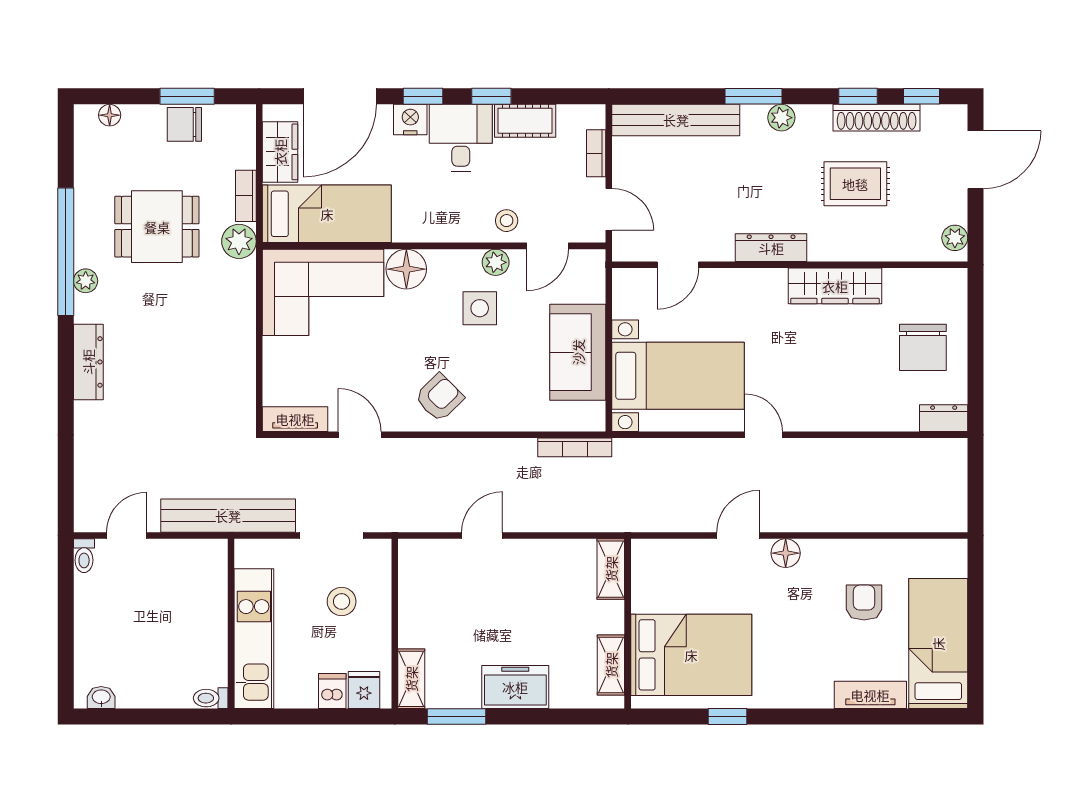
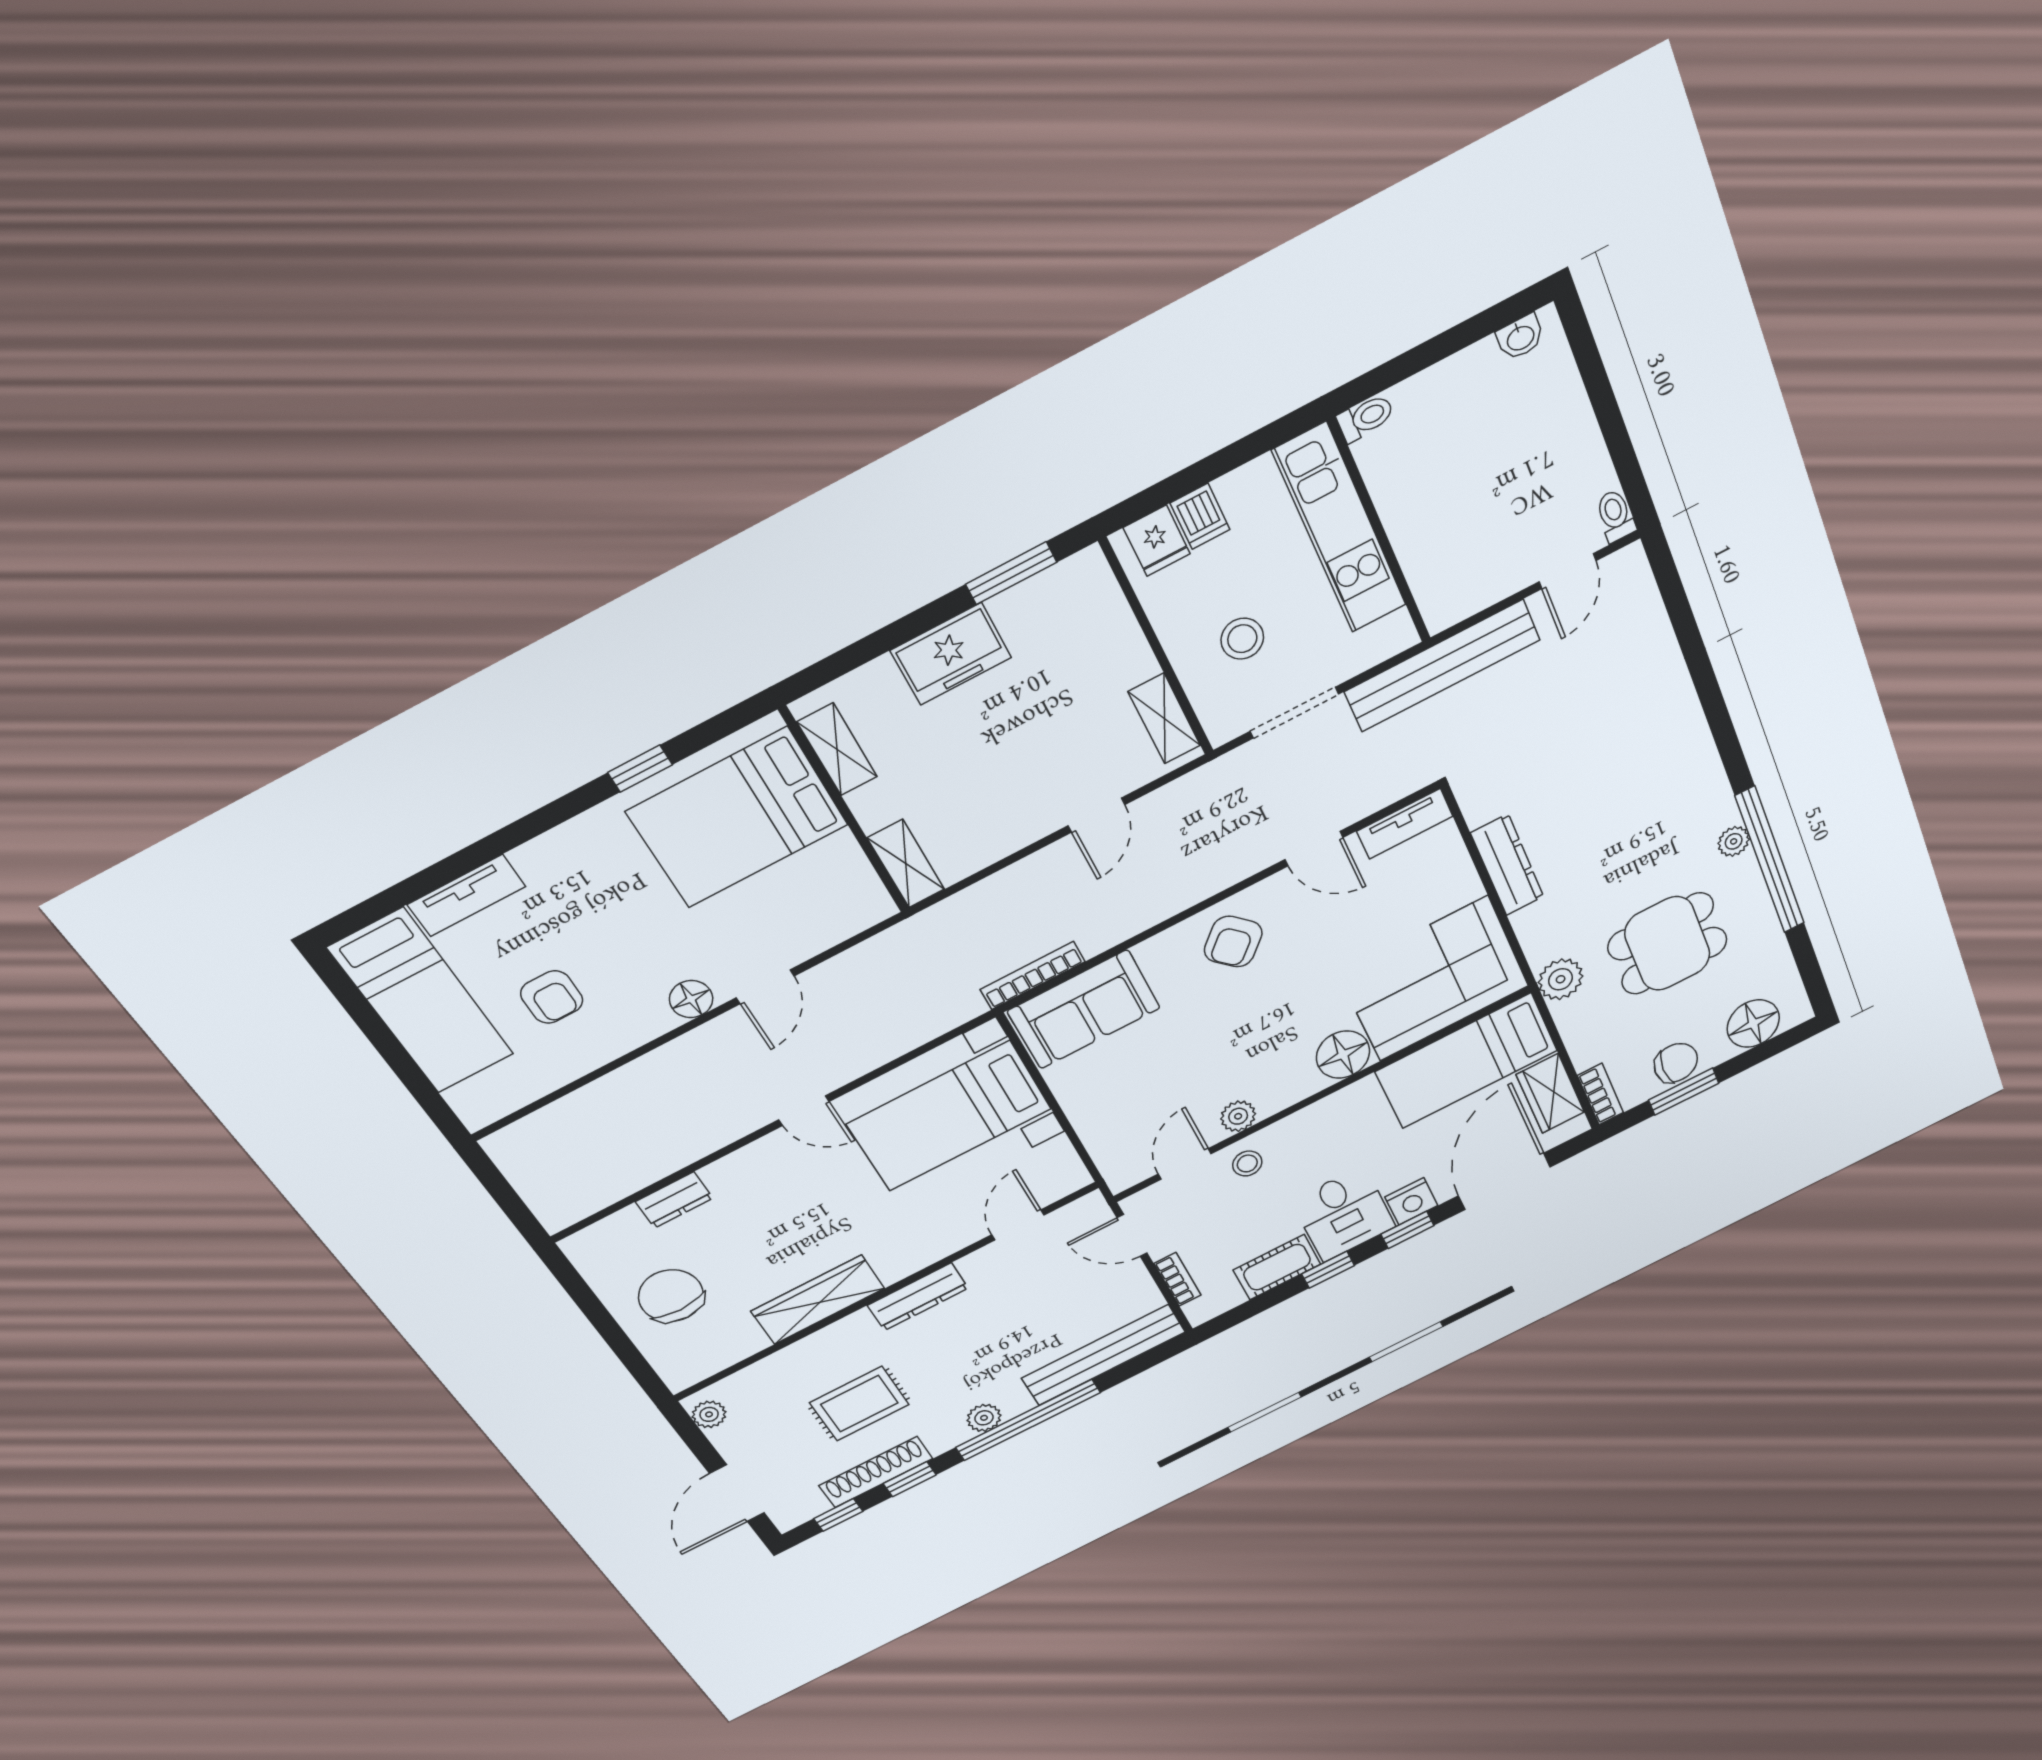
window: (753, 96) -> (1028, 1420), width x2.11
floor lamp: (110, 115) -> (1753, 1024), width x1.89, depth x1.89
bookcase: (246, 196) -> (1600, 1094), moved
side table: (480, 308) -> (1233, 1061), removed
sofa: (578, 352) -> (1084, 1010), moved, turned 90
dresser: (88, 362) -> (1507, 865), moved, turned 180
dresser: (944, 418) -> (674, 1200), moved
shelving: (411, 679) -> (1164, 719), moved

